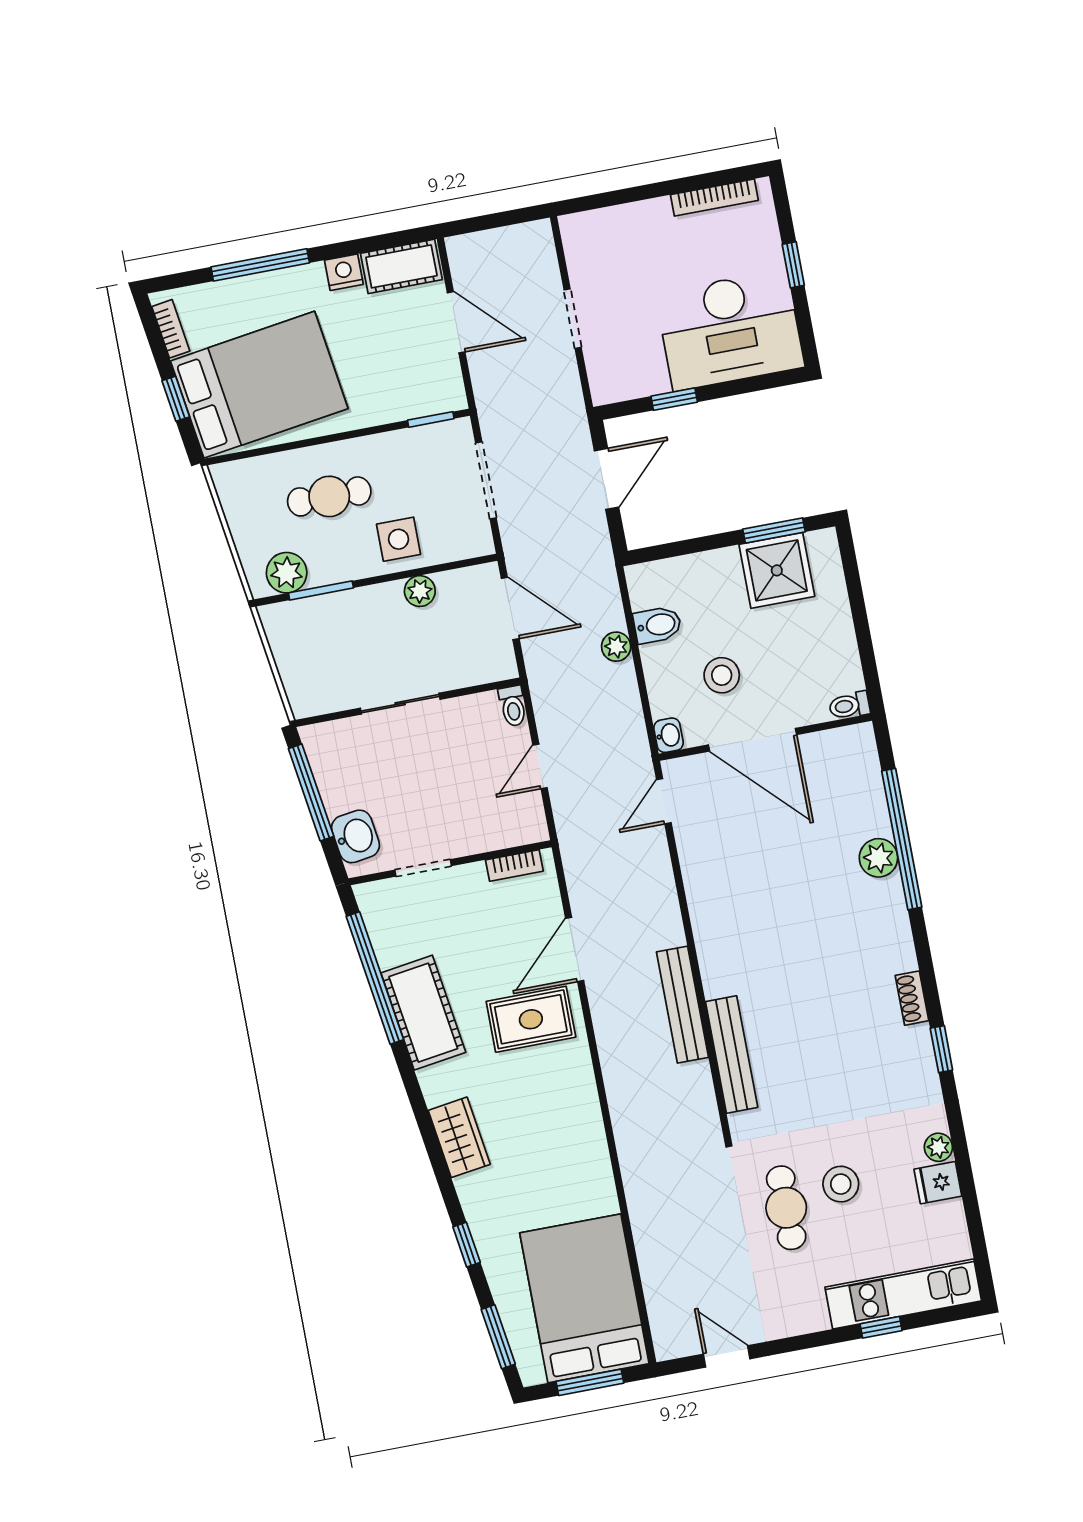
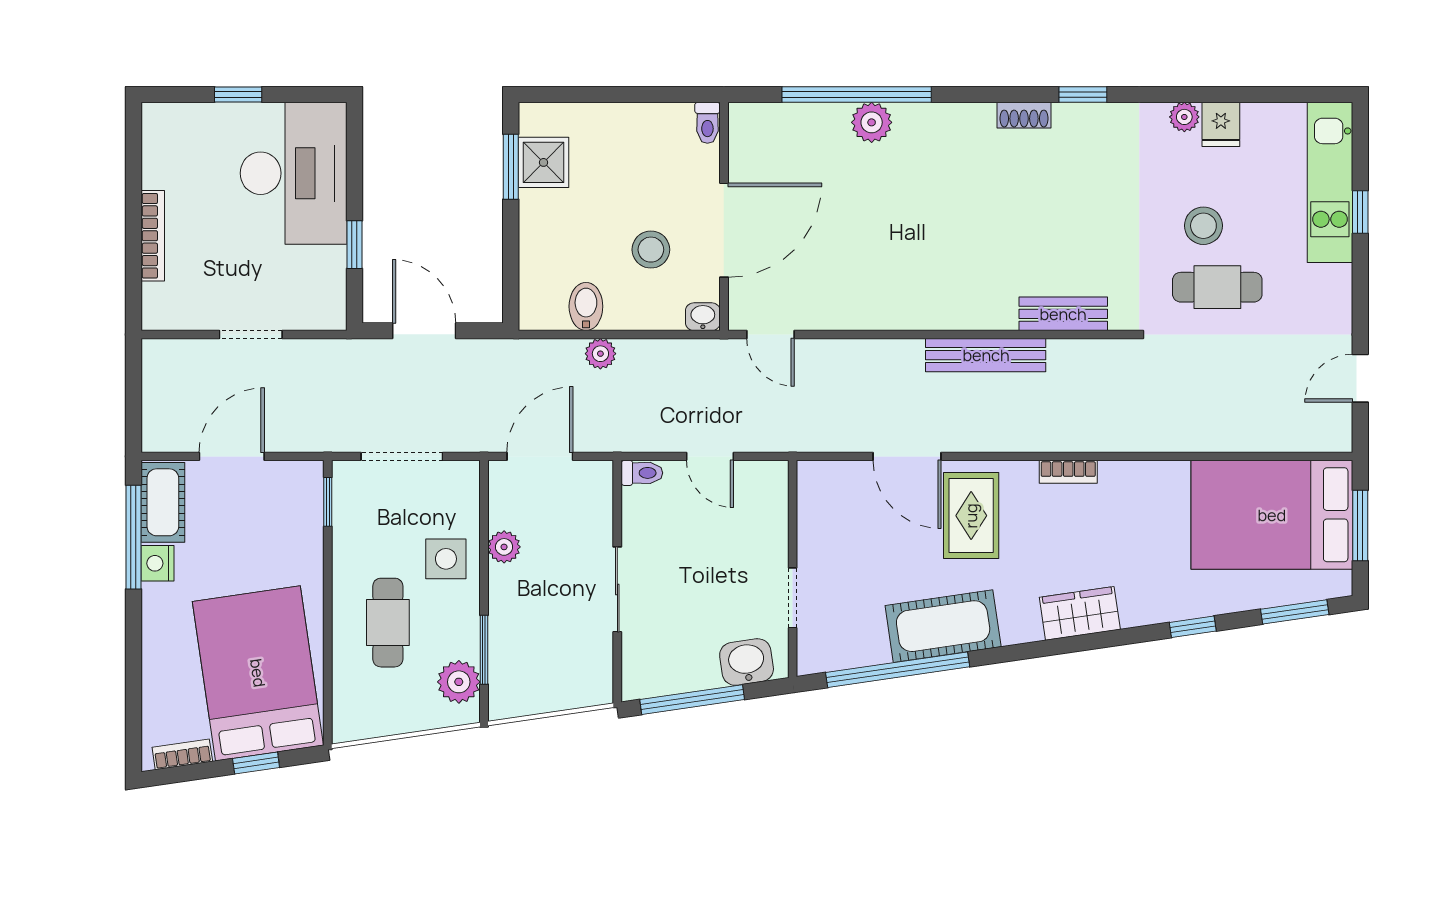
bookcase: (714, 198) -> (153, 236), moved
window: (260, 265) -> (133, 537), moved
shower: (777, 570) -> (543, 162), width x0.73, depth x0.73
bookcase: (514, 865) -> (1068, 472), moved, turned 90
bench: (732, 1055) -> (1063, 314), width x0.73

